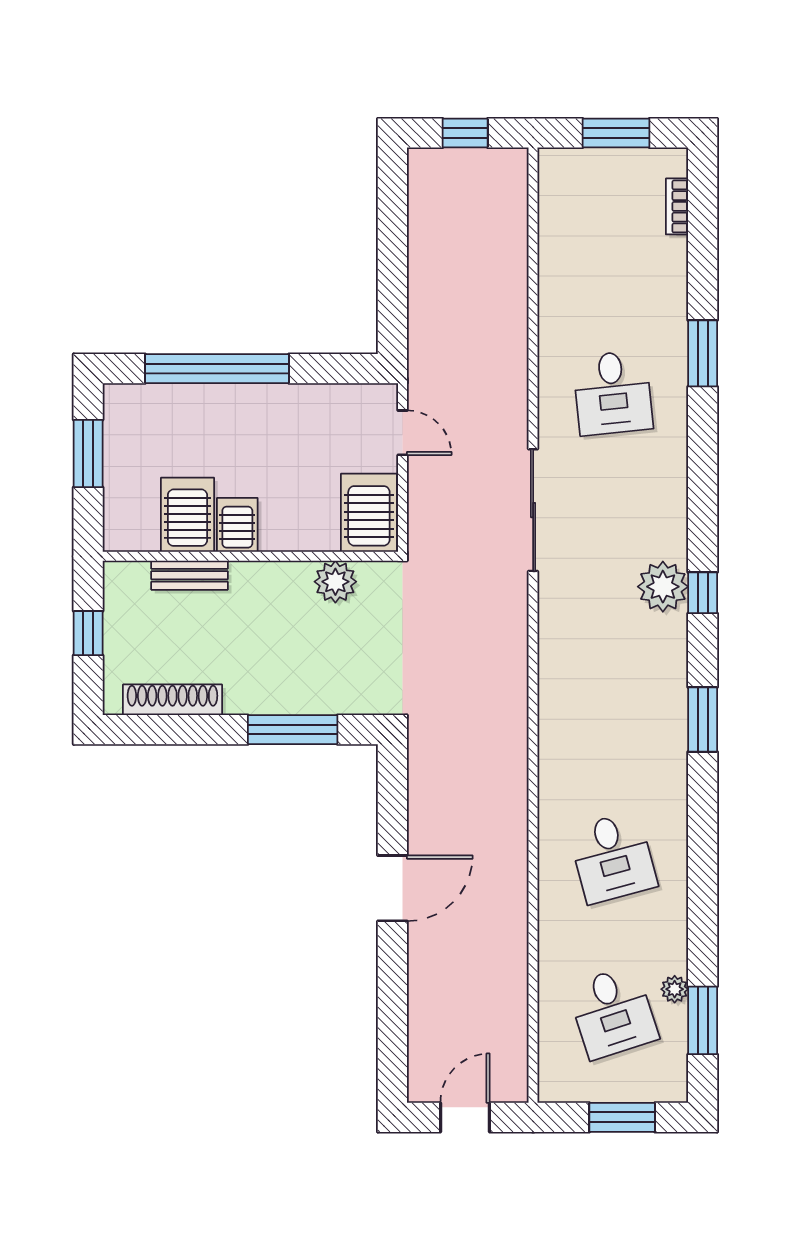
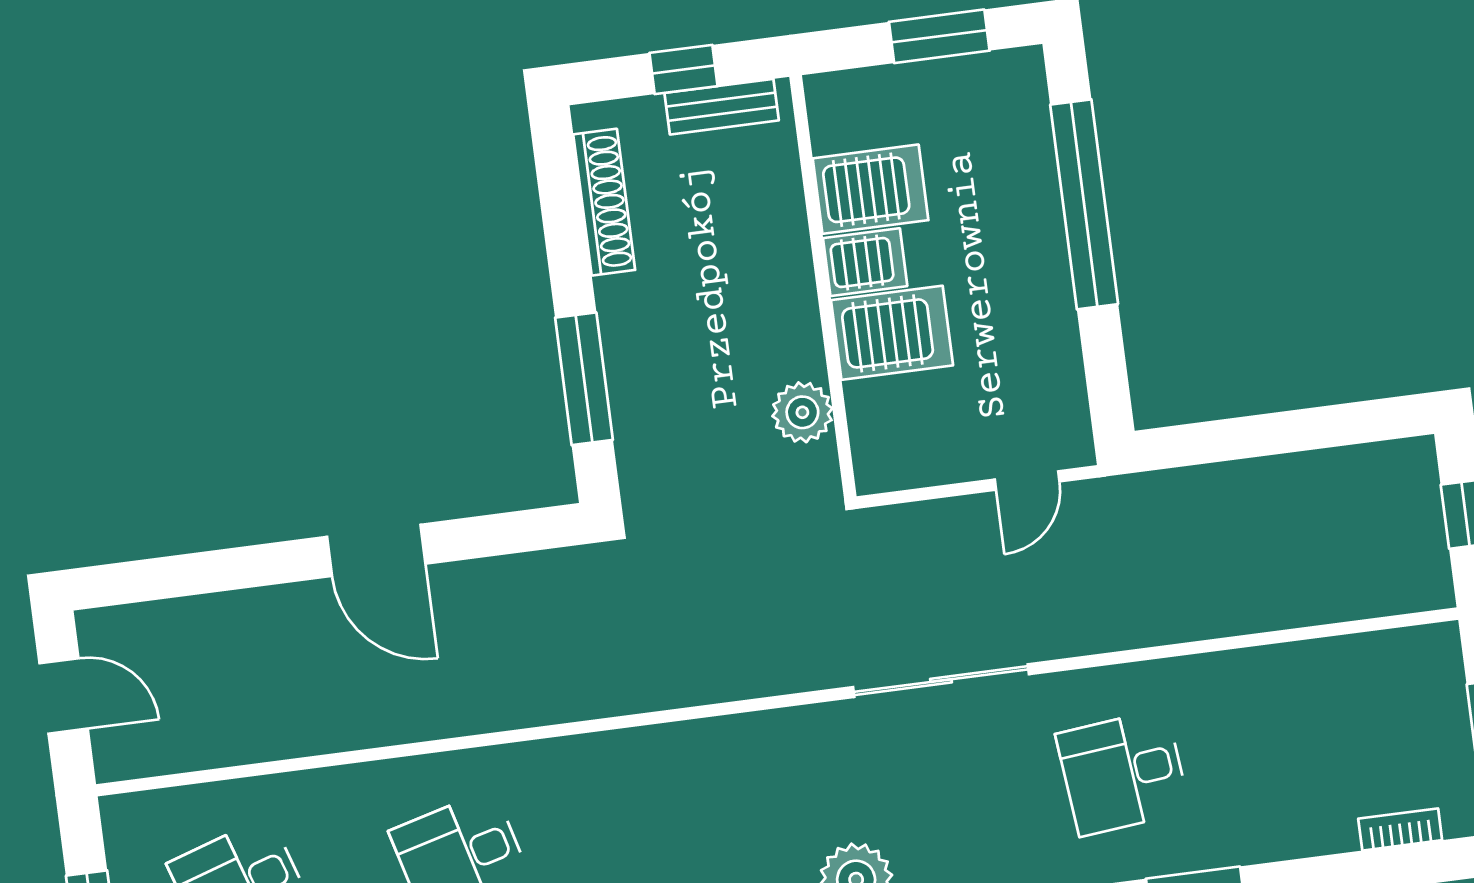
server rack: (369, 513) -> (892, 333), moved
bench: (190, 575) -> (722, 107), moved, turned 90

